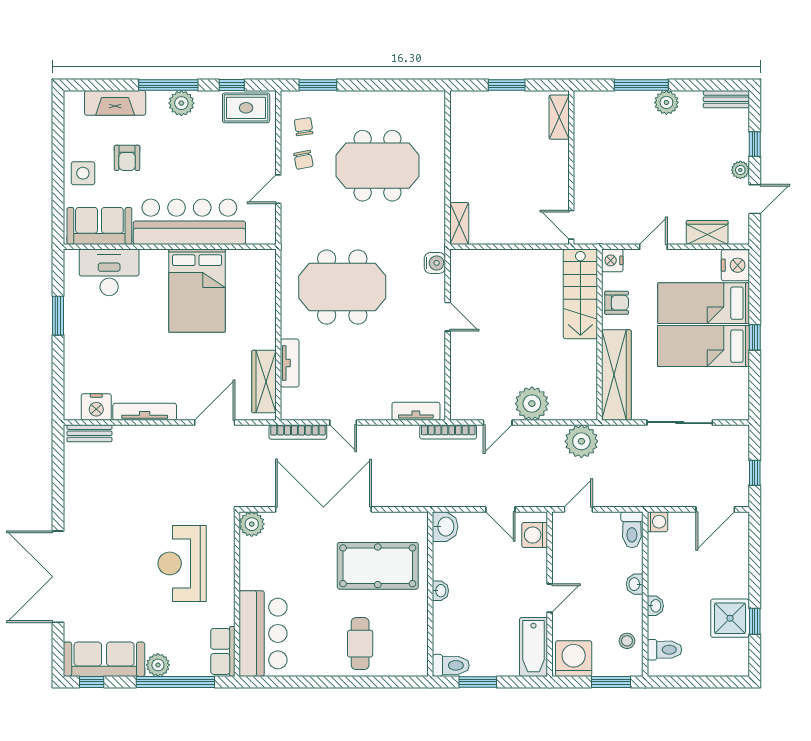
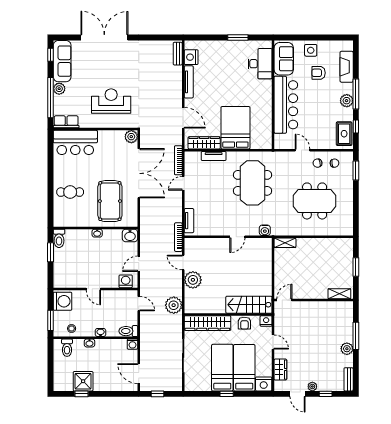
meeting table: (377, 166) -> (315, 201), turned 90
bed: (197, 291) -> (235, 128), moved, turned 90
bathtub: (533, 647) -> (68, 281), removed

